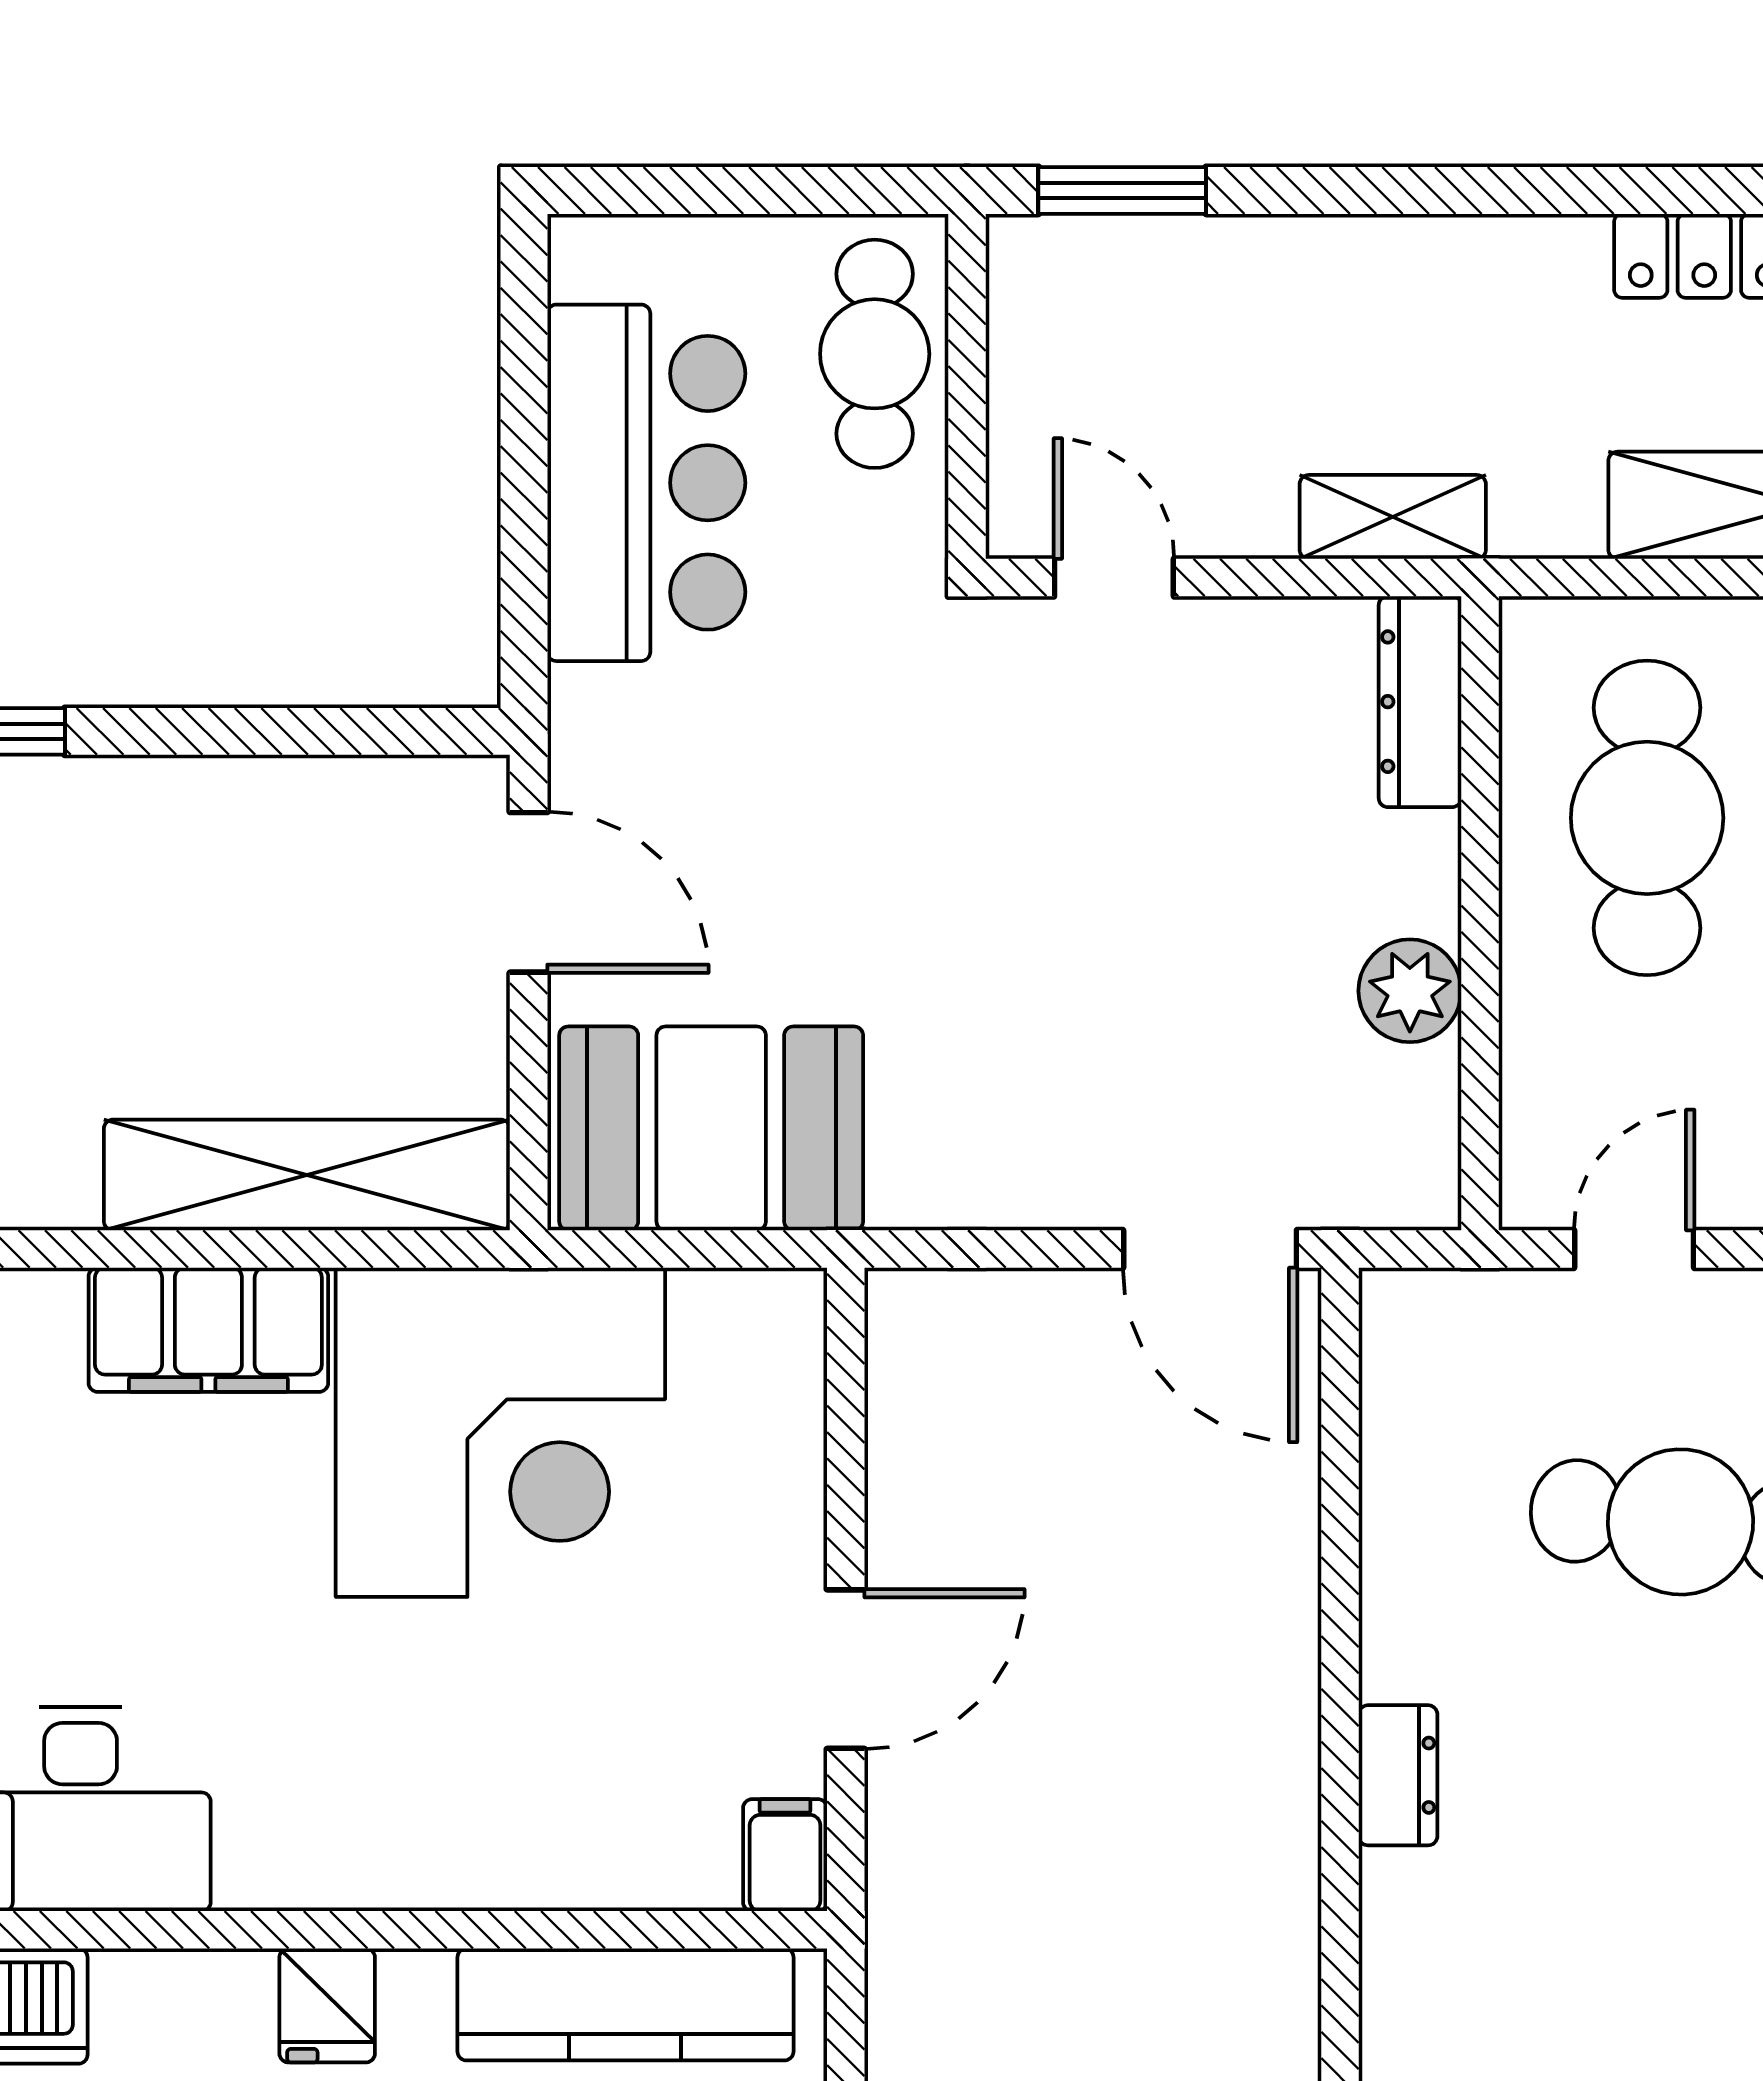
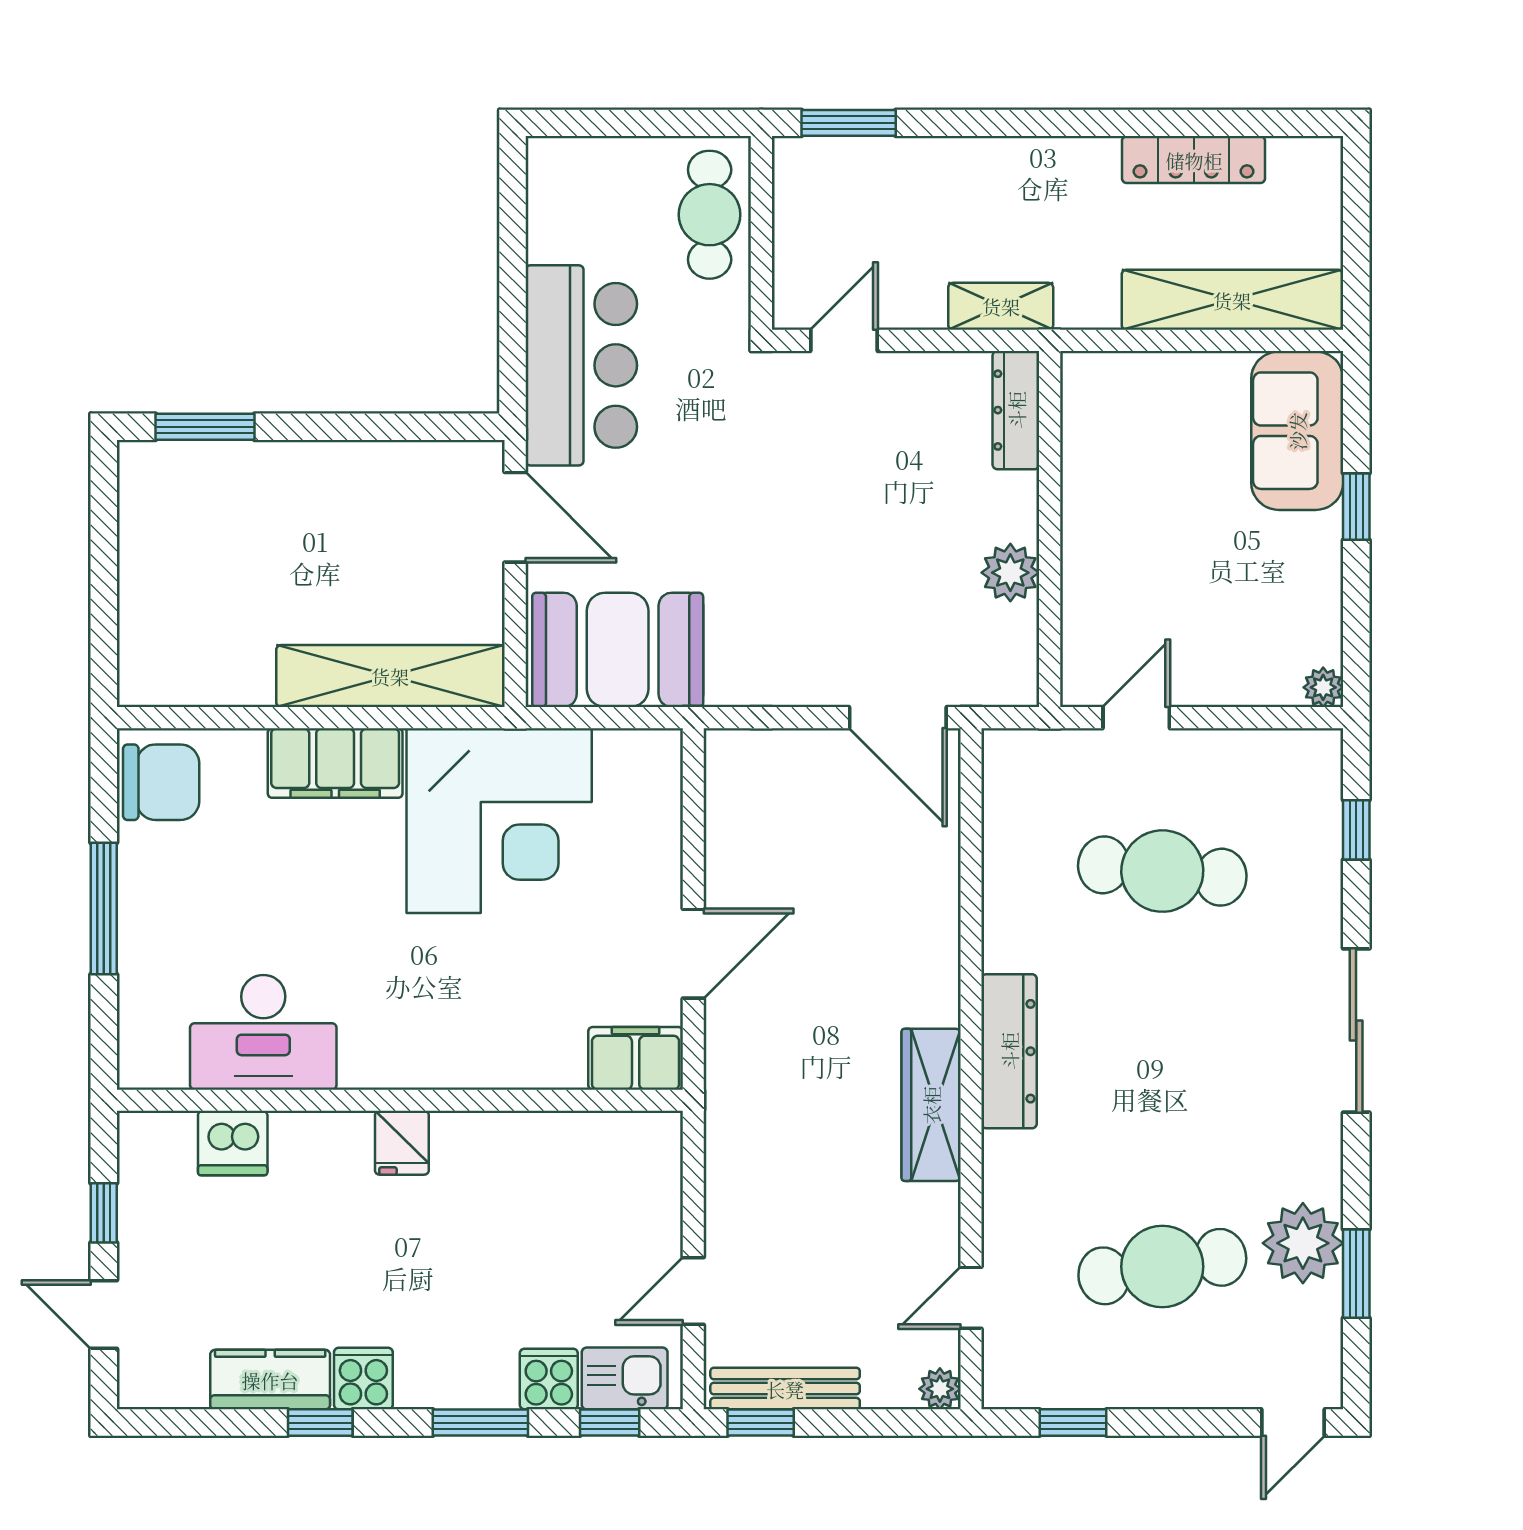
bar counter: (646, 483) -> (581, 365), moved
door: (1114, 577) -> (844, 340), hinge flipped
cafe table: (1647, 818) -> (1144, 475), removed
dresser: (1398, 1775) -> (1009, 1051), width x1.96, depth x1.24
filing cabinet: (785, 1855) -> (636, 1058), width x2.00
wardrobe: (1269, 1938) -> (931, 1105), added
kitchen counter: (625, 2004) -> (569, 1142), removed

